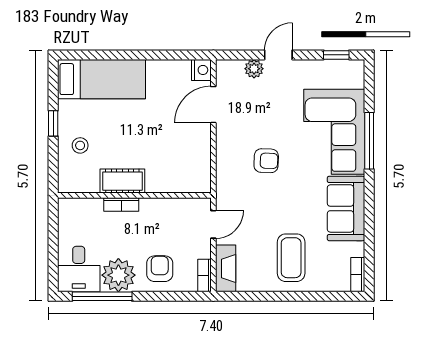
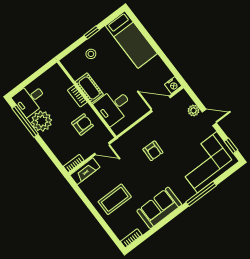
corner sofa: (334, 132) -> (207, 162), moved
desk: (170, 168) -> (114, 106), added
armchair: (160, 269) -> (82, 124), moved

